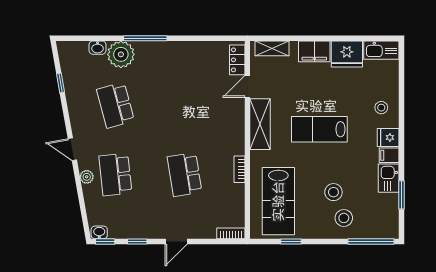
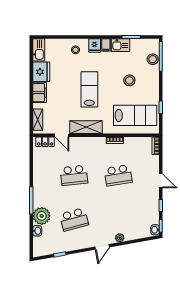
lab bench: (319, 129) -> (89, 89), turned 180
school desk: (115, 174) -> (74, 175), moved
stool: (344, 218) -> (153, 59), moved

